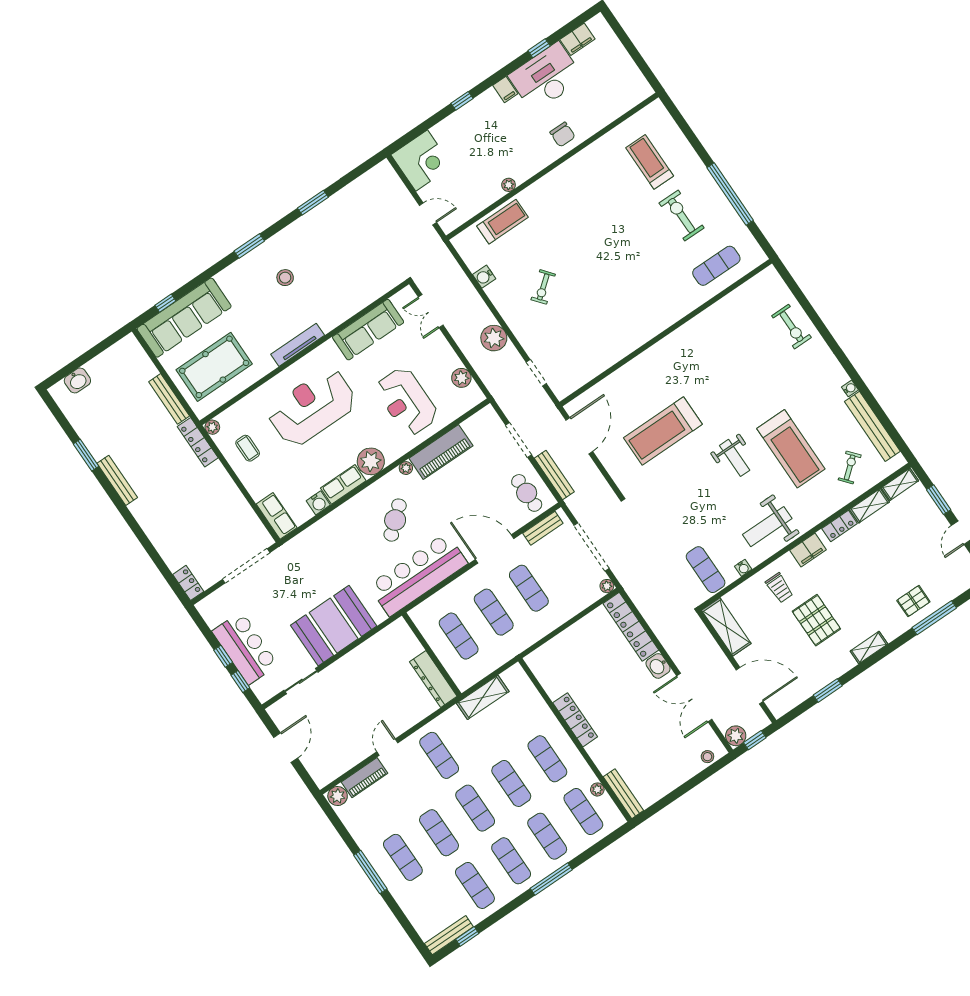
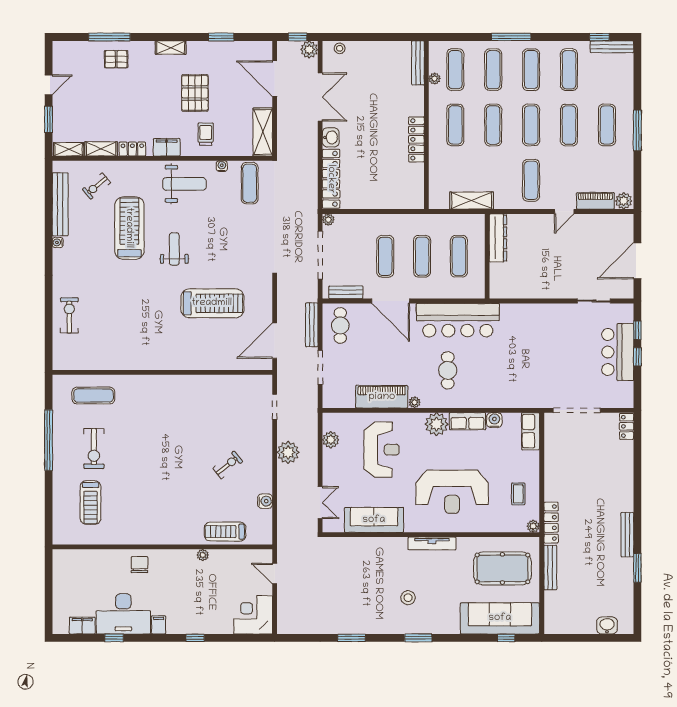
cafe table: (395, 520) -> (448, 370), turned -49
booth: (334, 626) -> (543, 325), removed
door: (286, 748) -> (637, 261), width x1.36

